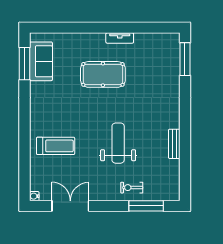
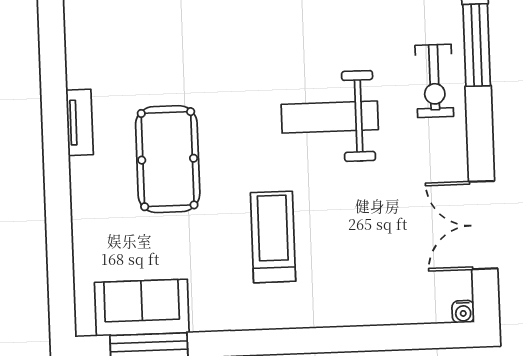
treadmill: (56, 146) -> (273, 237), moved
exercise bike: (132, 188) -> (434, 81), width x1.38, depth x1.39

